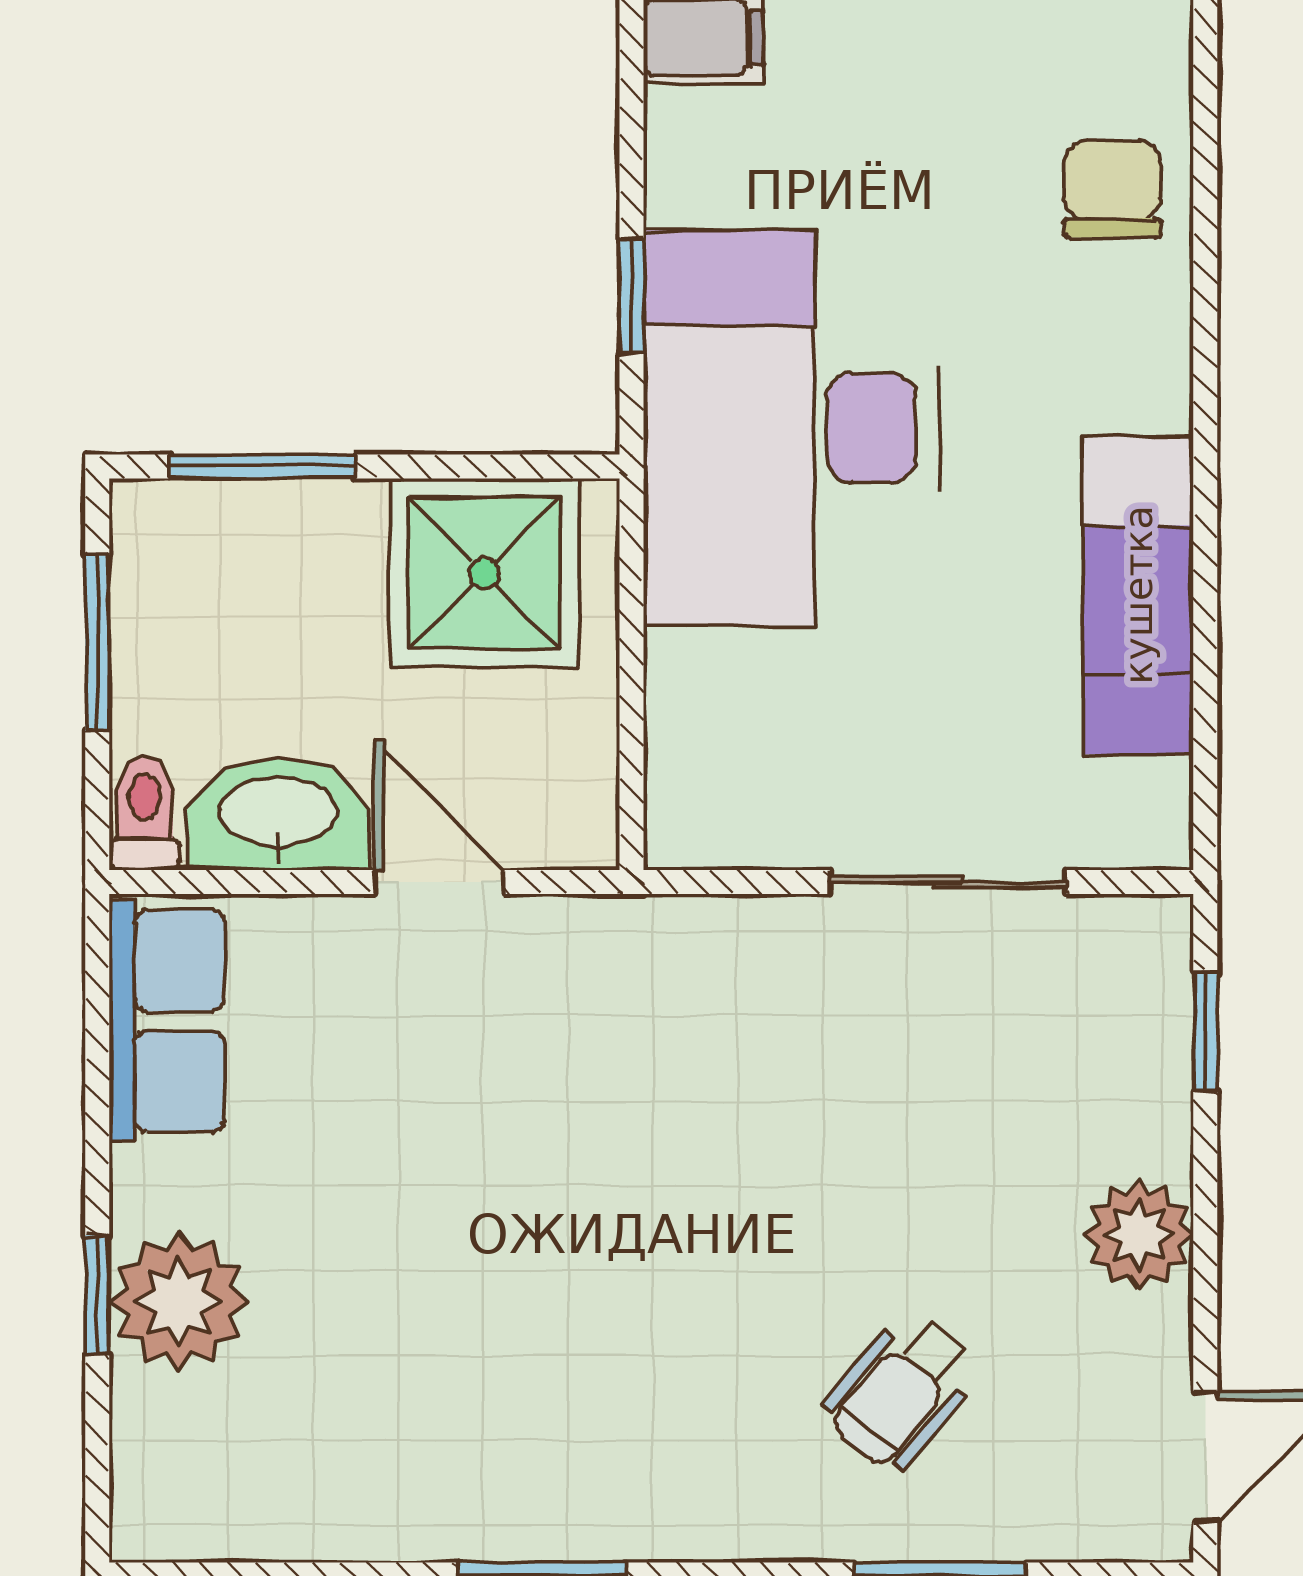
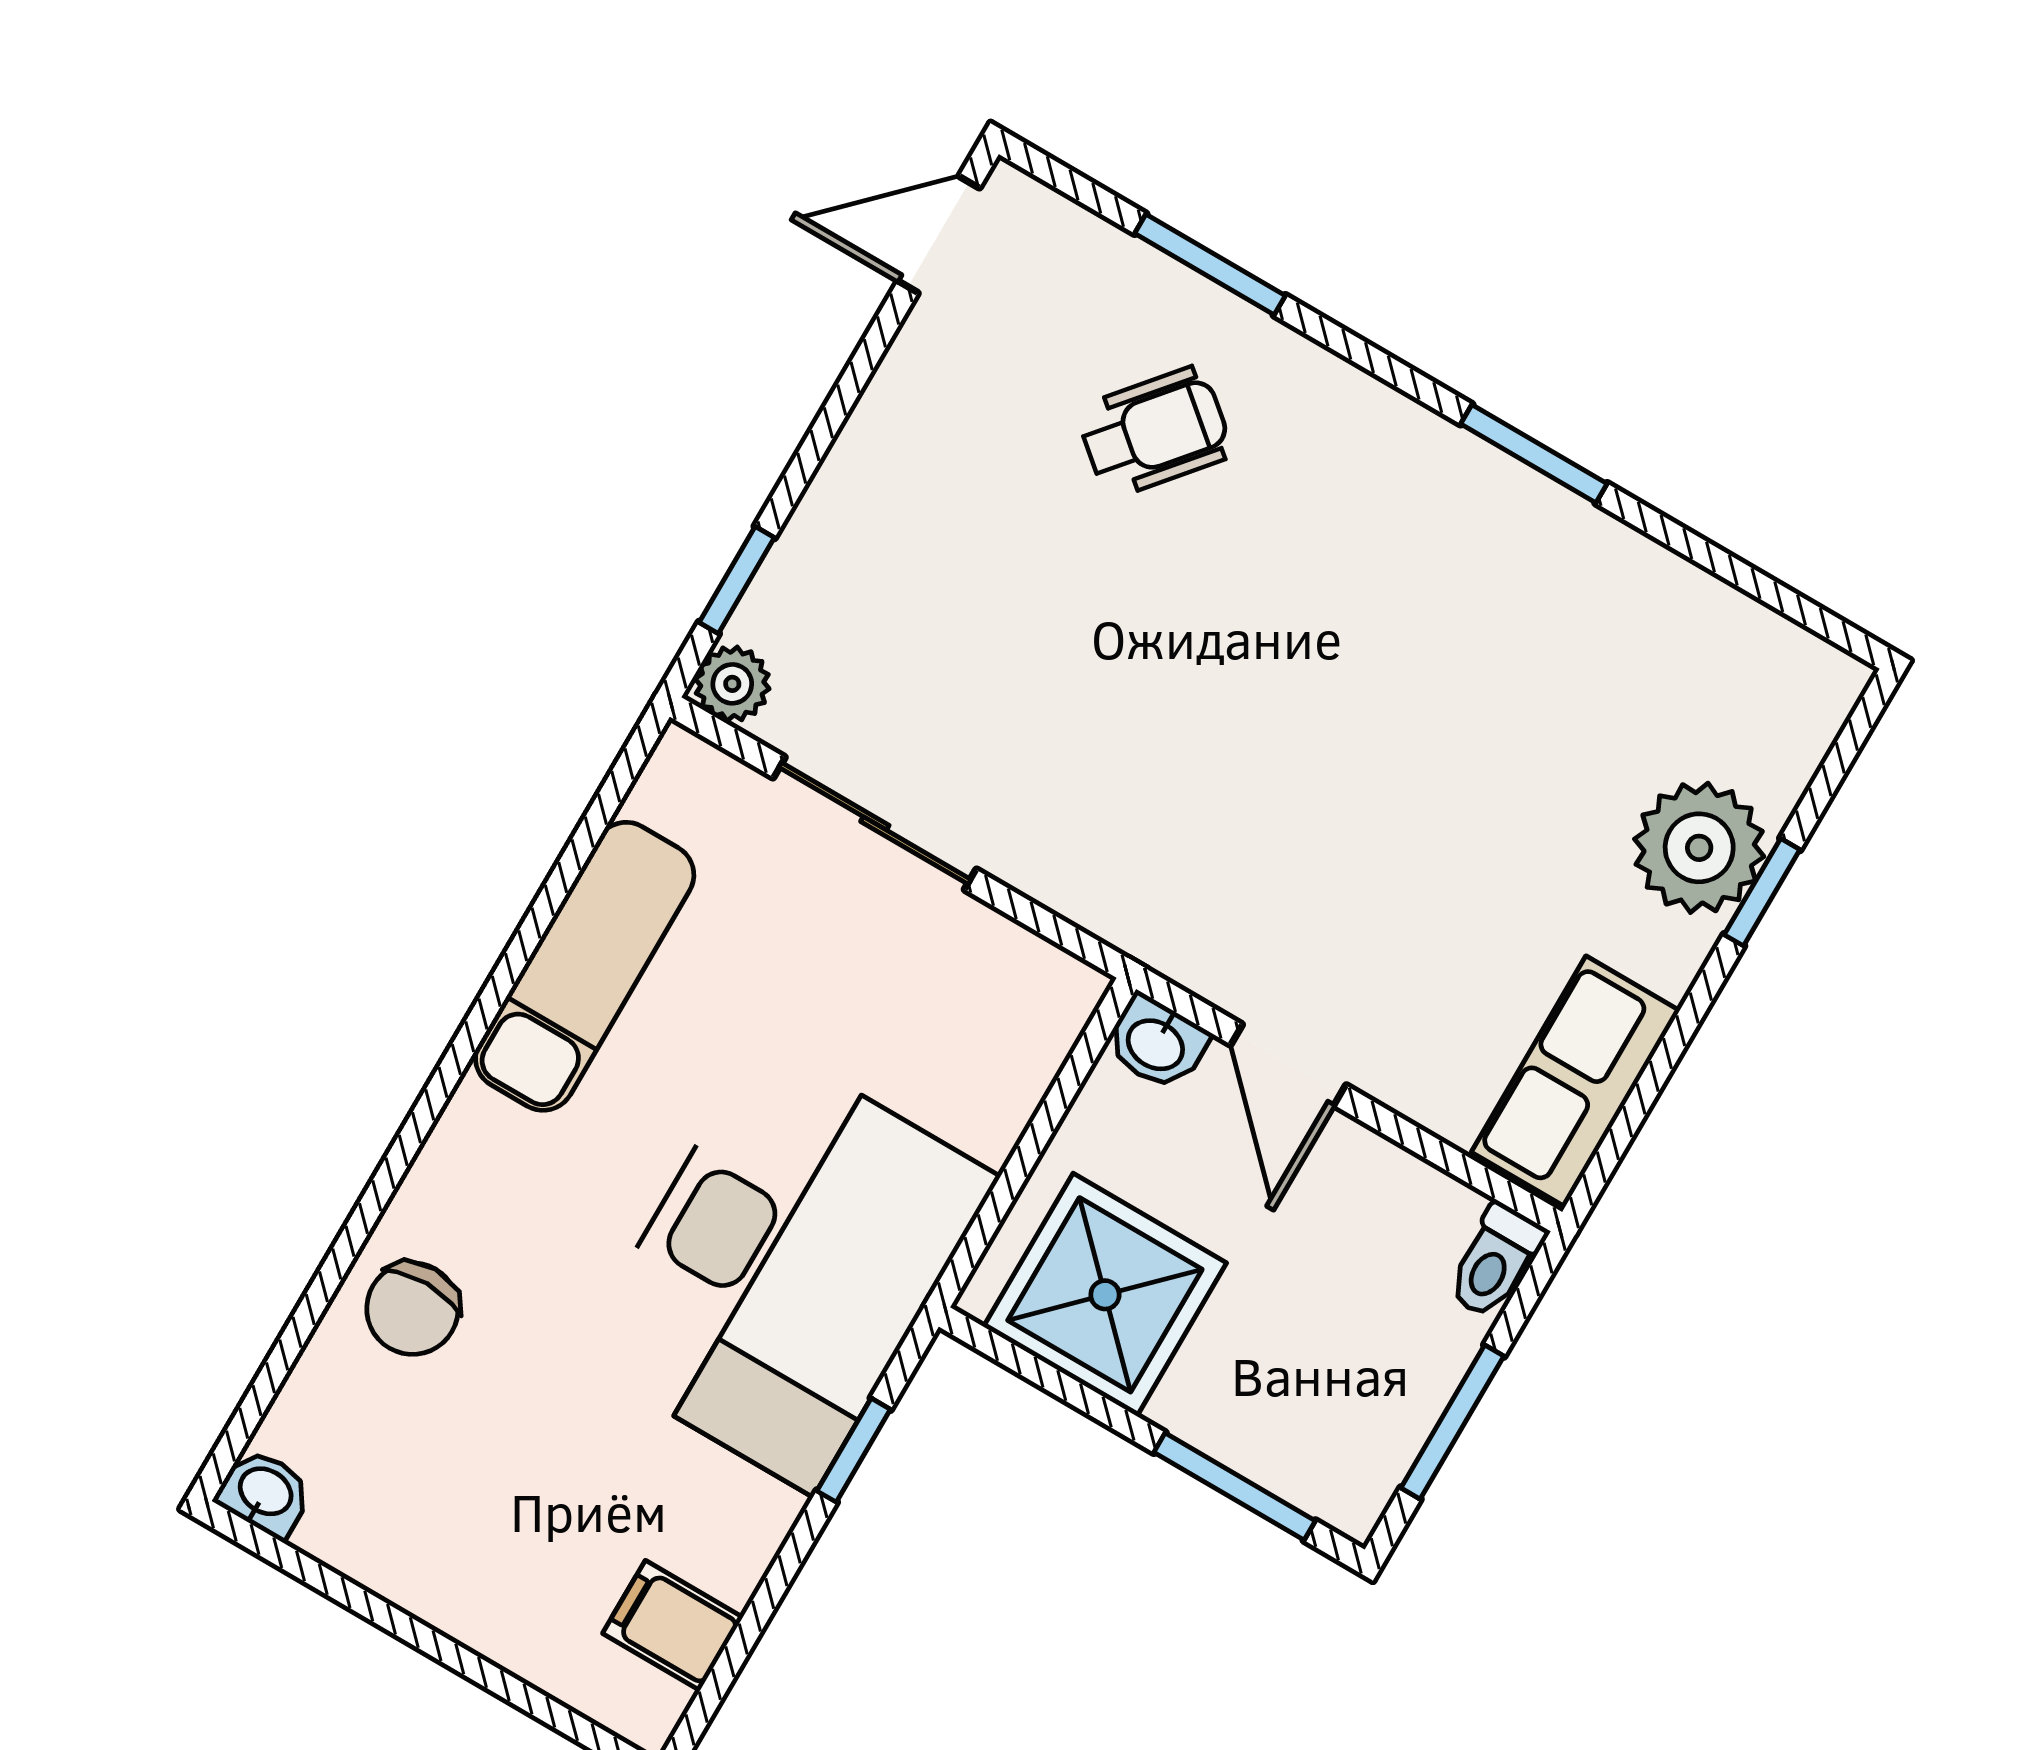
washbasin: (278, 815) -> (1156, 1043), moved, width x0.52, depth x0.69
plant: (1139, 1235) -> (732, 684), moved, width x0.73, depth x0.73

